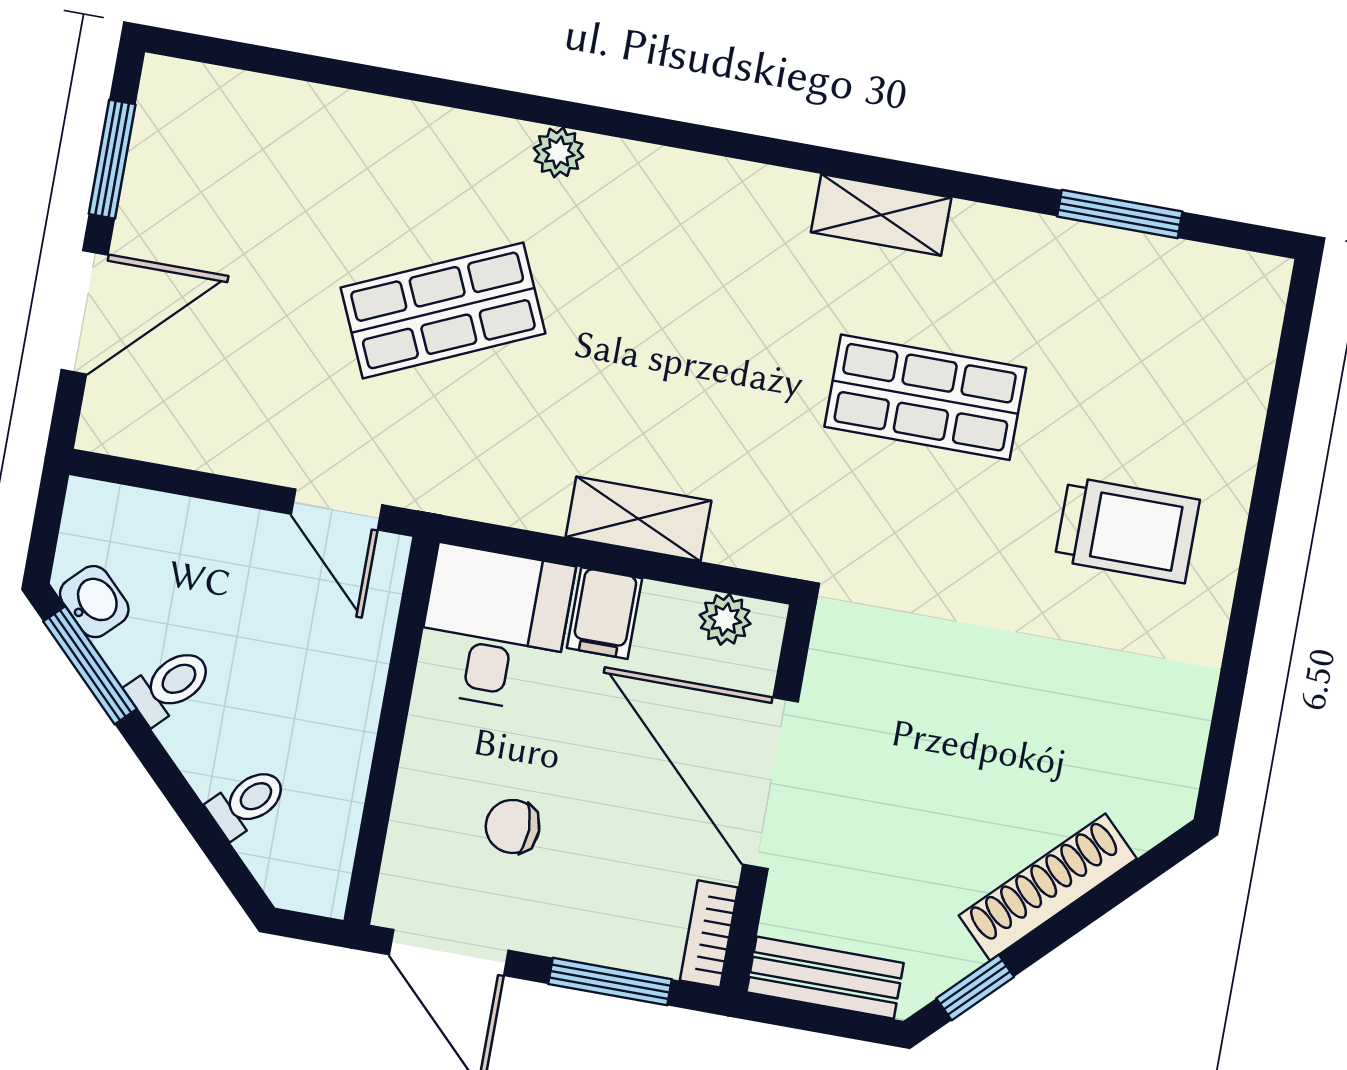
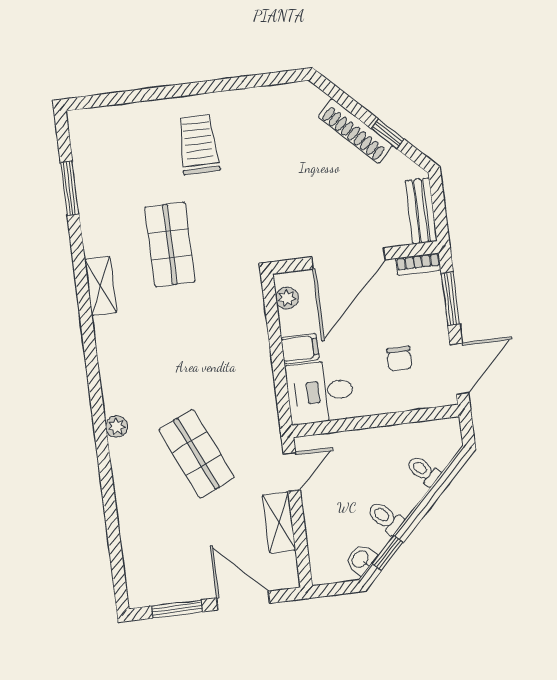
shelving: (638, 519) -> (279, 523), moved
window: (90, 665) -> (387, 553), width x0.67
window: (975, 988) -> (388, 134), moved

